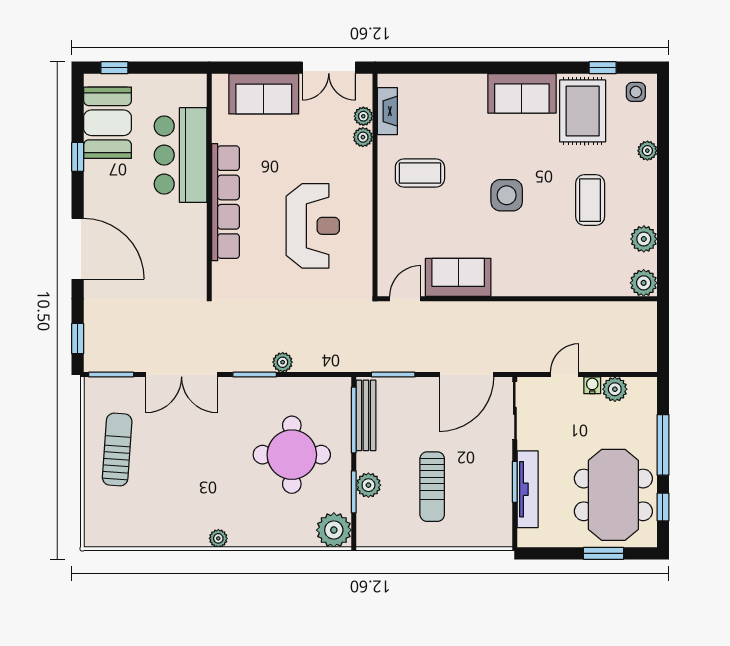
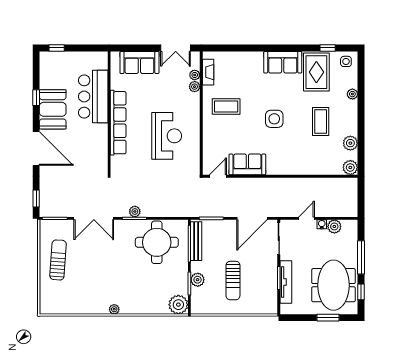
booth: (107, 123) -> (53, 109), moved
plant: (283, 362) -> (135, 212), moved
round table: (292, 455) -> (157, 242), moved

